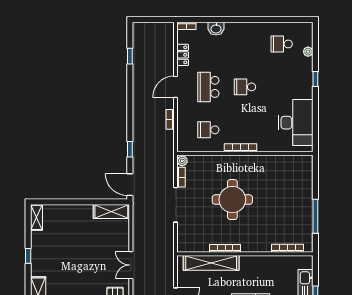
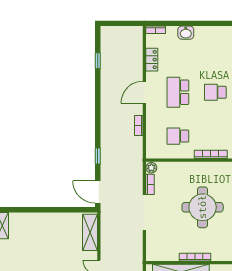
shelving: (111, 212) -> (90, 232), moved, turned 90

